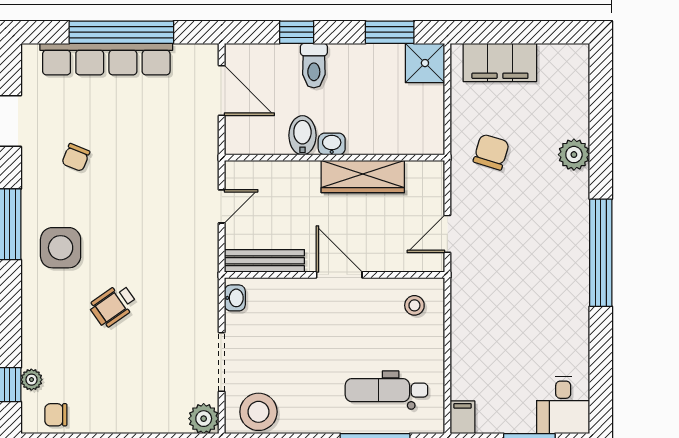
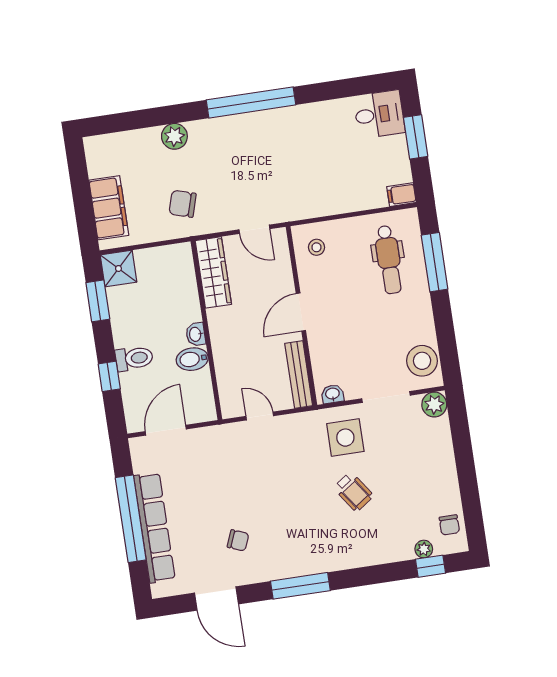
wardrobe: (363, 177) -> (213, 272), moved
side table: (61, 248) -> (345, 438), moved

